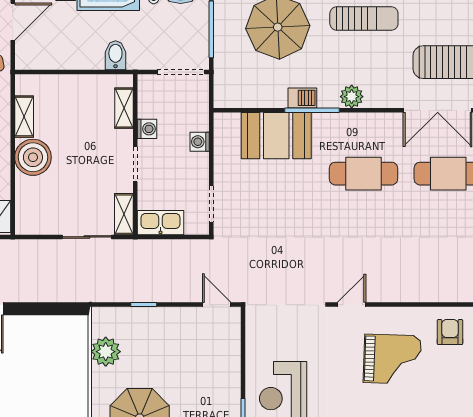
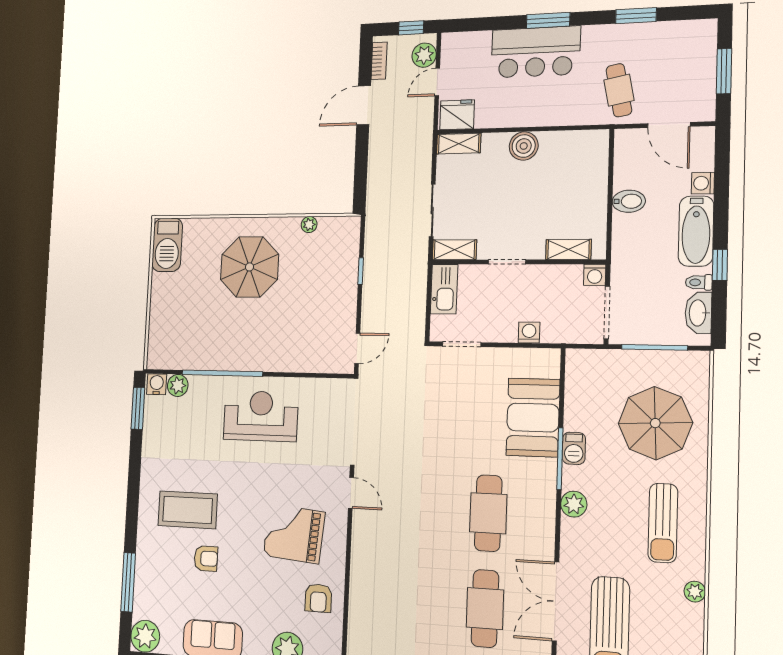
bidet: (115, 55) -> (629, 201), moved
shelving: (24, 117) -> (459, 144), moved
washing machine: (147, 129) -> (595, 275), moved
boiler: (33, 157) -> (524, 146), width x0.73, depth x0.73
armchair: (450, 332) -> (318, 598), turned 90
plant: (106, 352) -> (309, 225), width x0.53, depth x0.53
grand piano: (392, 359) -> (294, 534), turned 93

